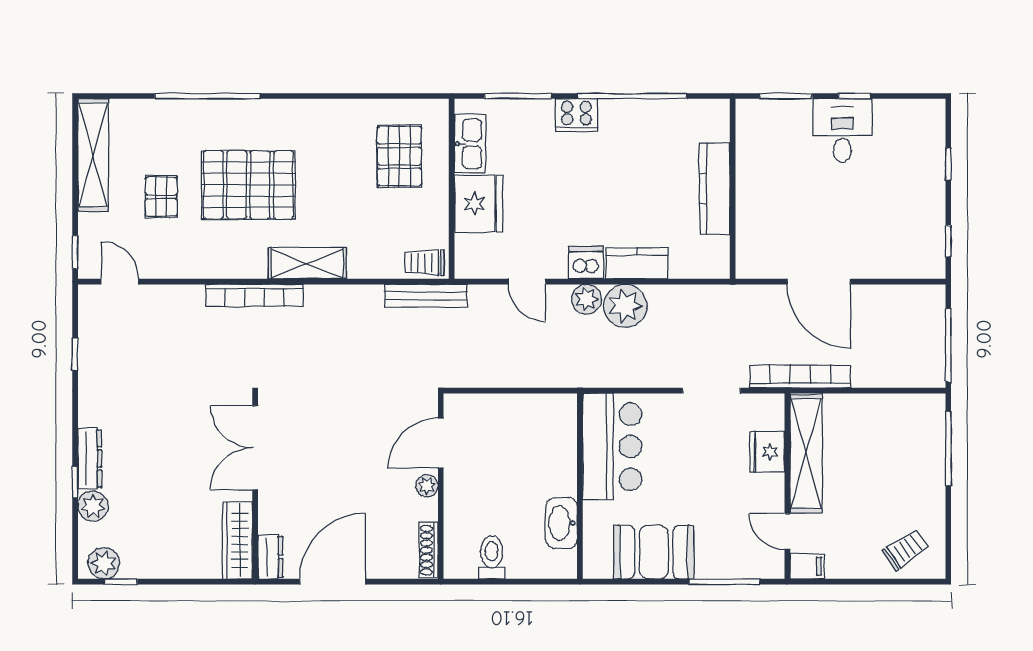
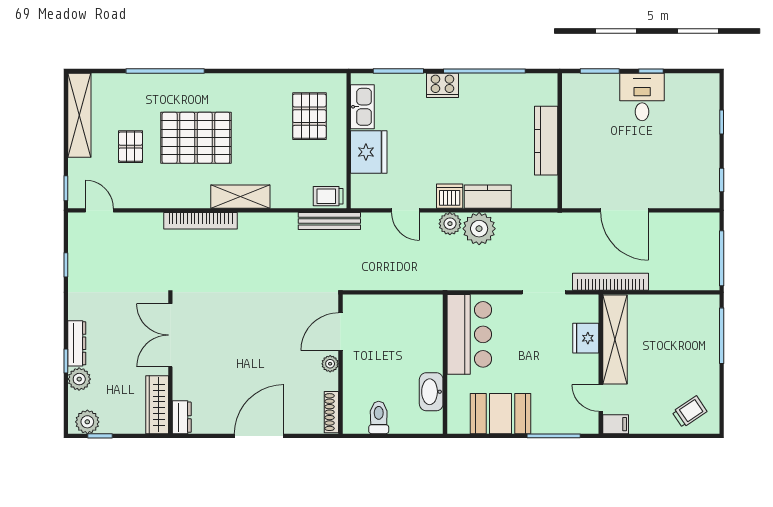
double door: (255, 448) -> (170, 335), moved
wall: (255, 486) -> (170, 364), moved
wardrobe: (238, 540) -> (157, 405), moved
dresser: (270, 557) -> (182, 417), moved

